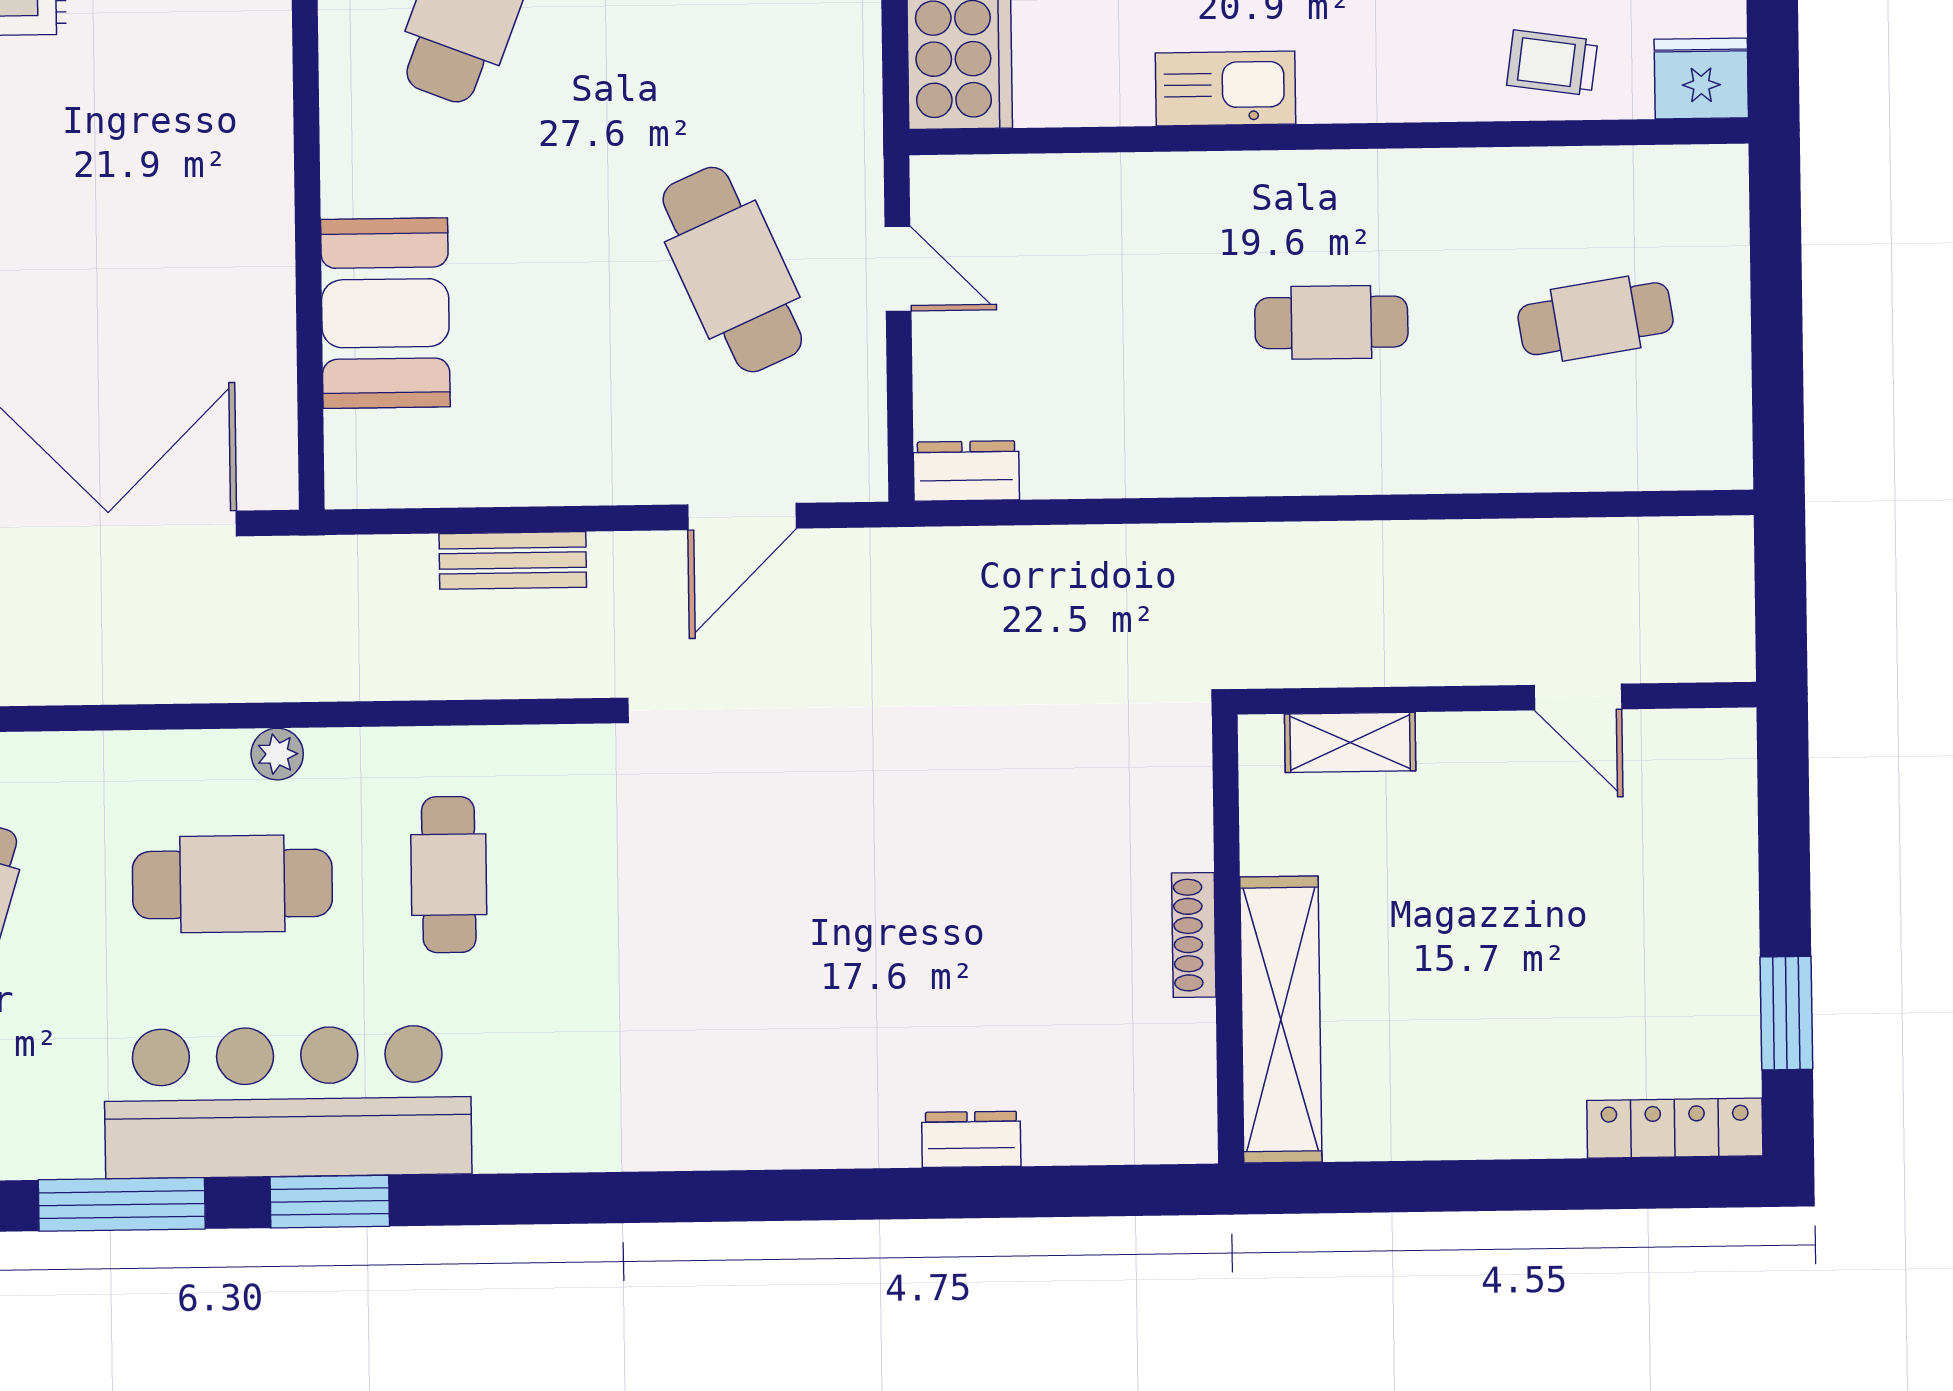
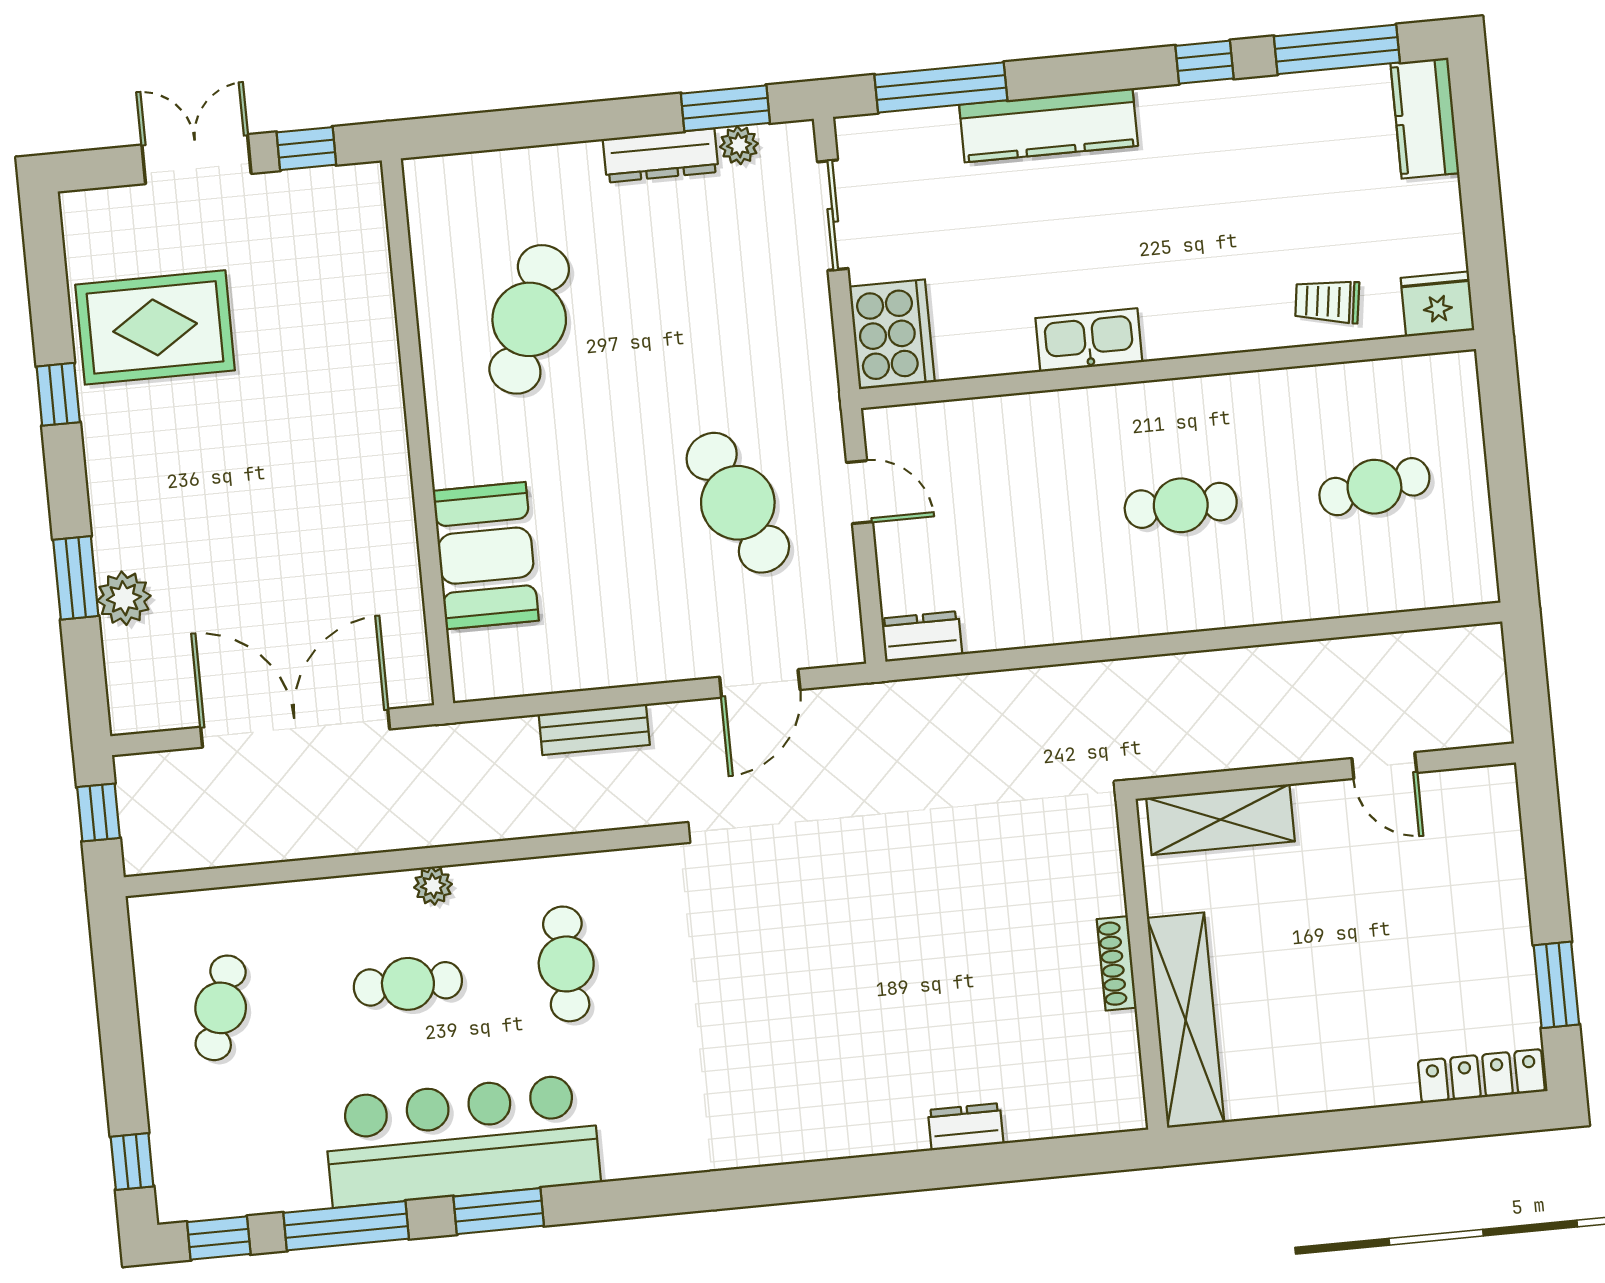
shelving: (1350, 742) -> (1220, 820), width x1.50, depth x1.33
cafe table: (232, 884) -> (408, 984), width x0.73, depth x0.74

